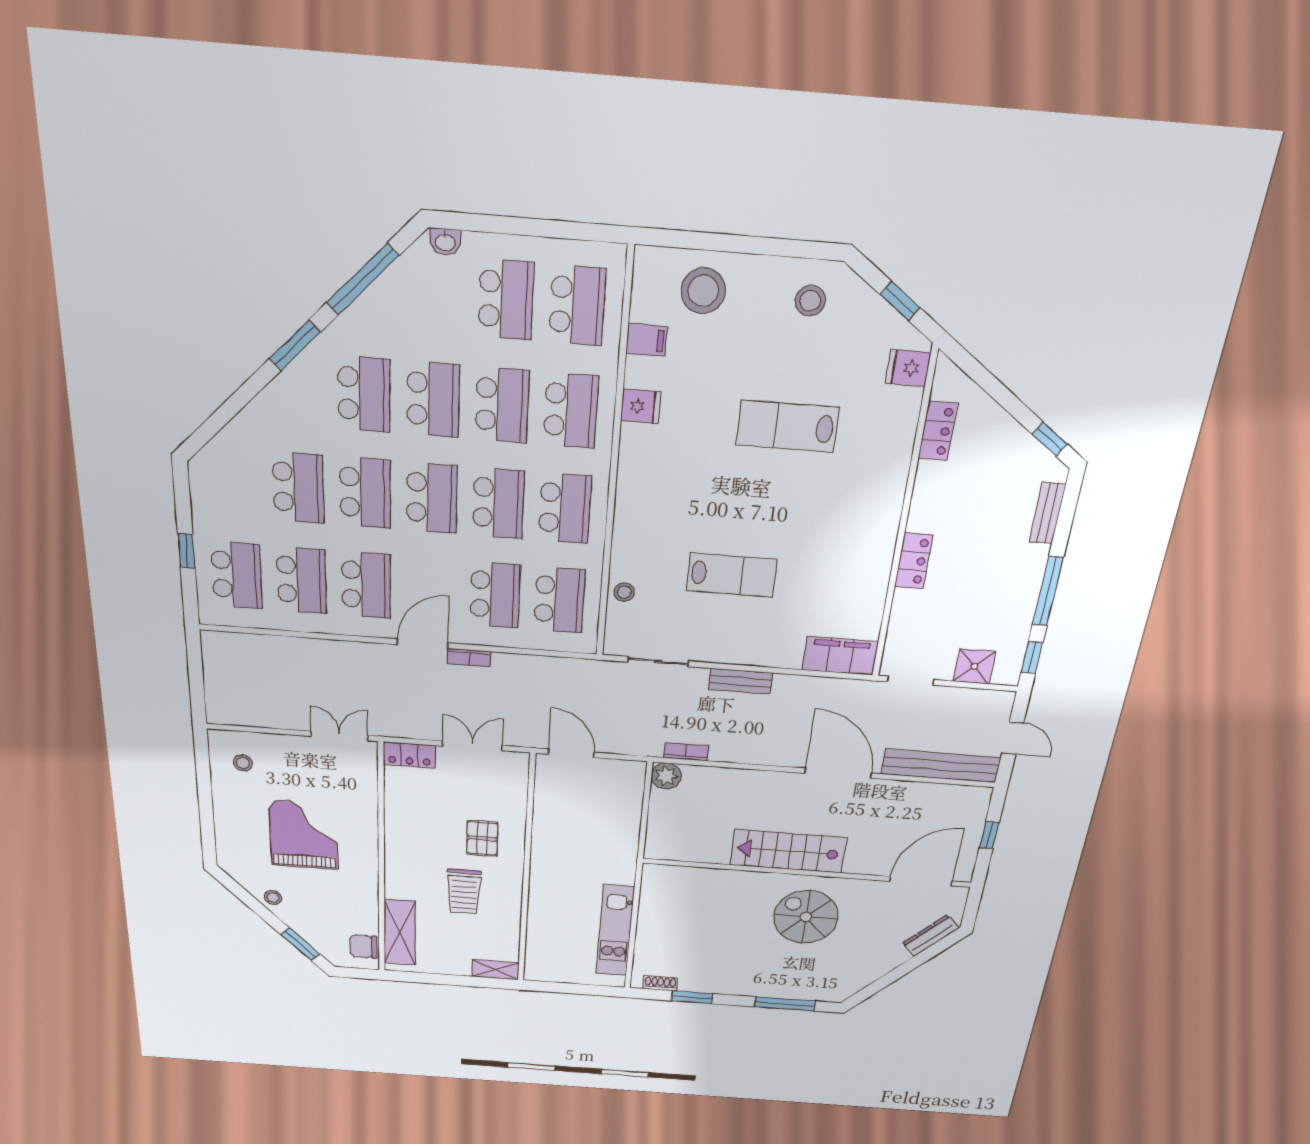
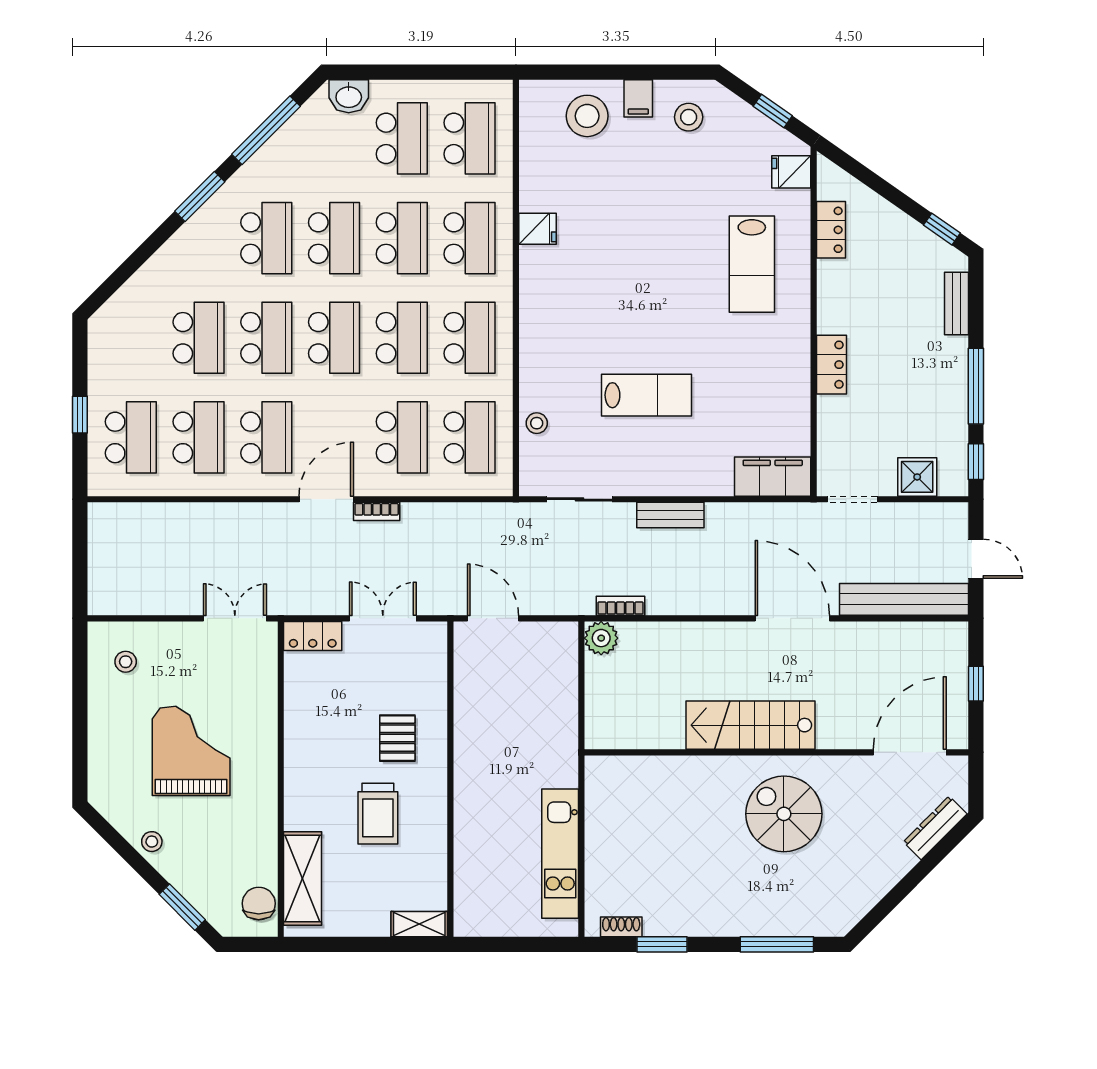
washbasin: (445, 242) -> (349, 96), width x1.38, depth x1.45
filing cabinet: (647, 340) -> (638, 98), moved, turned 90
lab bench: (788, 426) -> (752, 264), moved, turned -90
chair: (364, 946) -> (259, 903), turned 90

